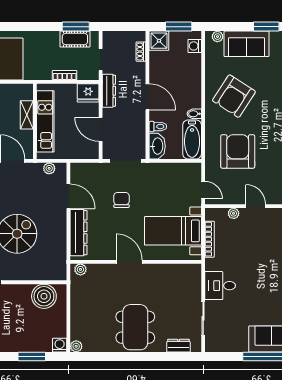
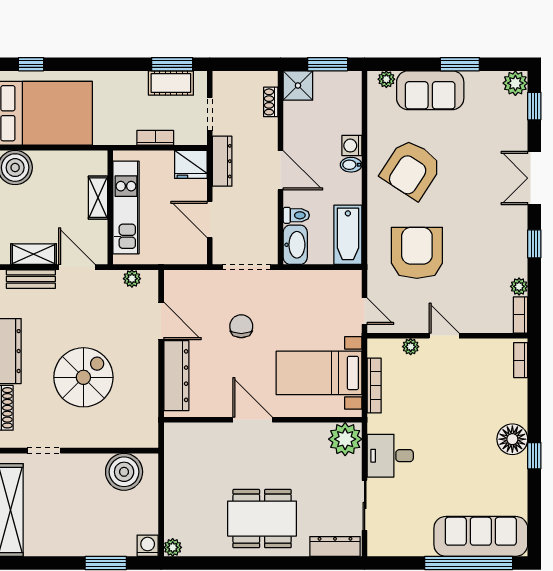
washing machine: (195, 46) -> (352, 146), moved
bidet: (194, 114) -> (351, 165), moved
plant: (80, 269) -> (345, 439), moved, width x1.87, depth x1.87
dining table: (135, 327) -> (262, 519), turned 90
dresser: (178, 346) -> (335, 546), width x1.44

